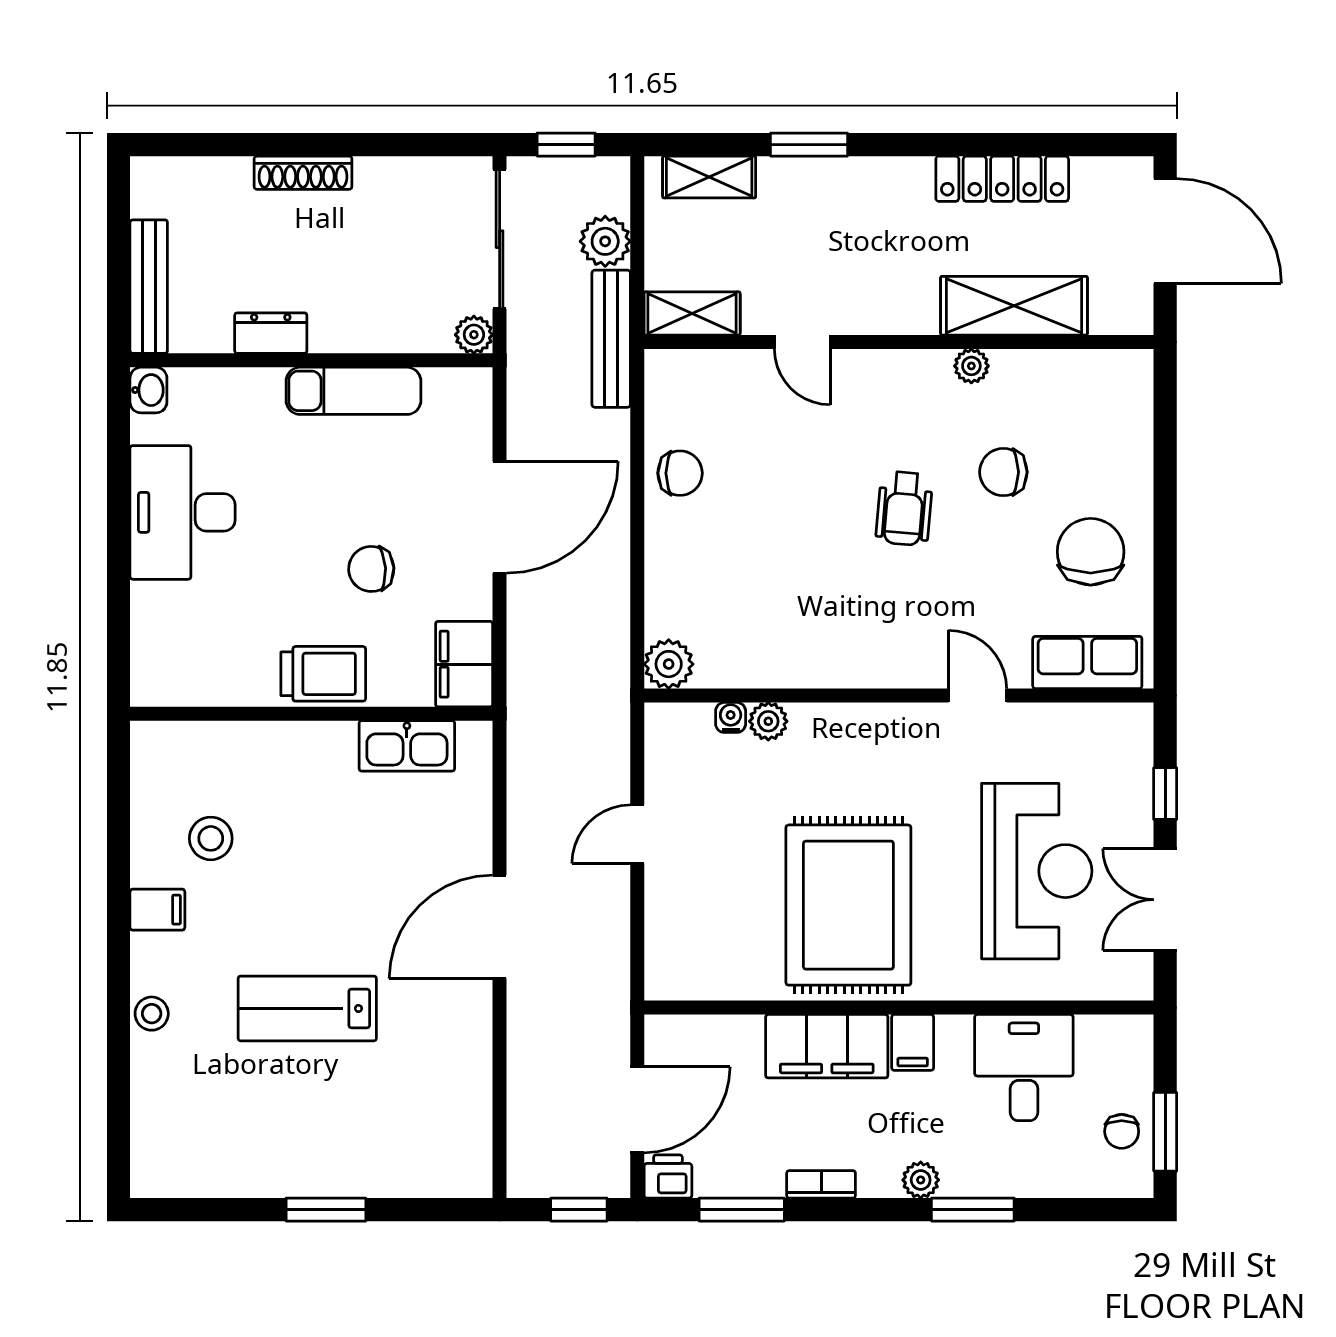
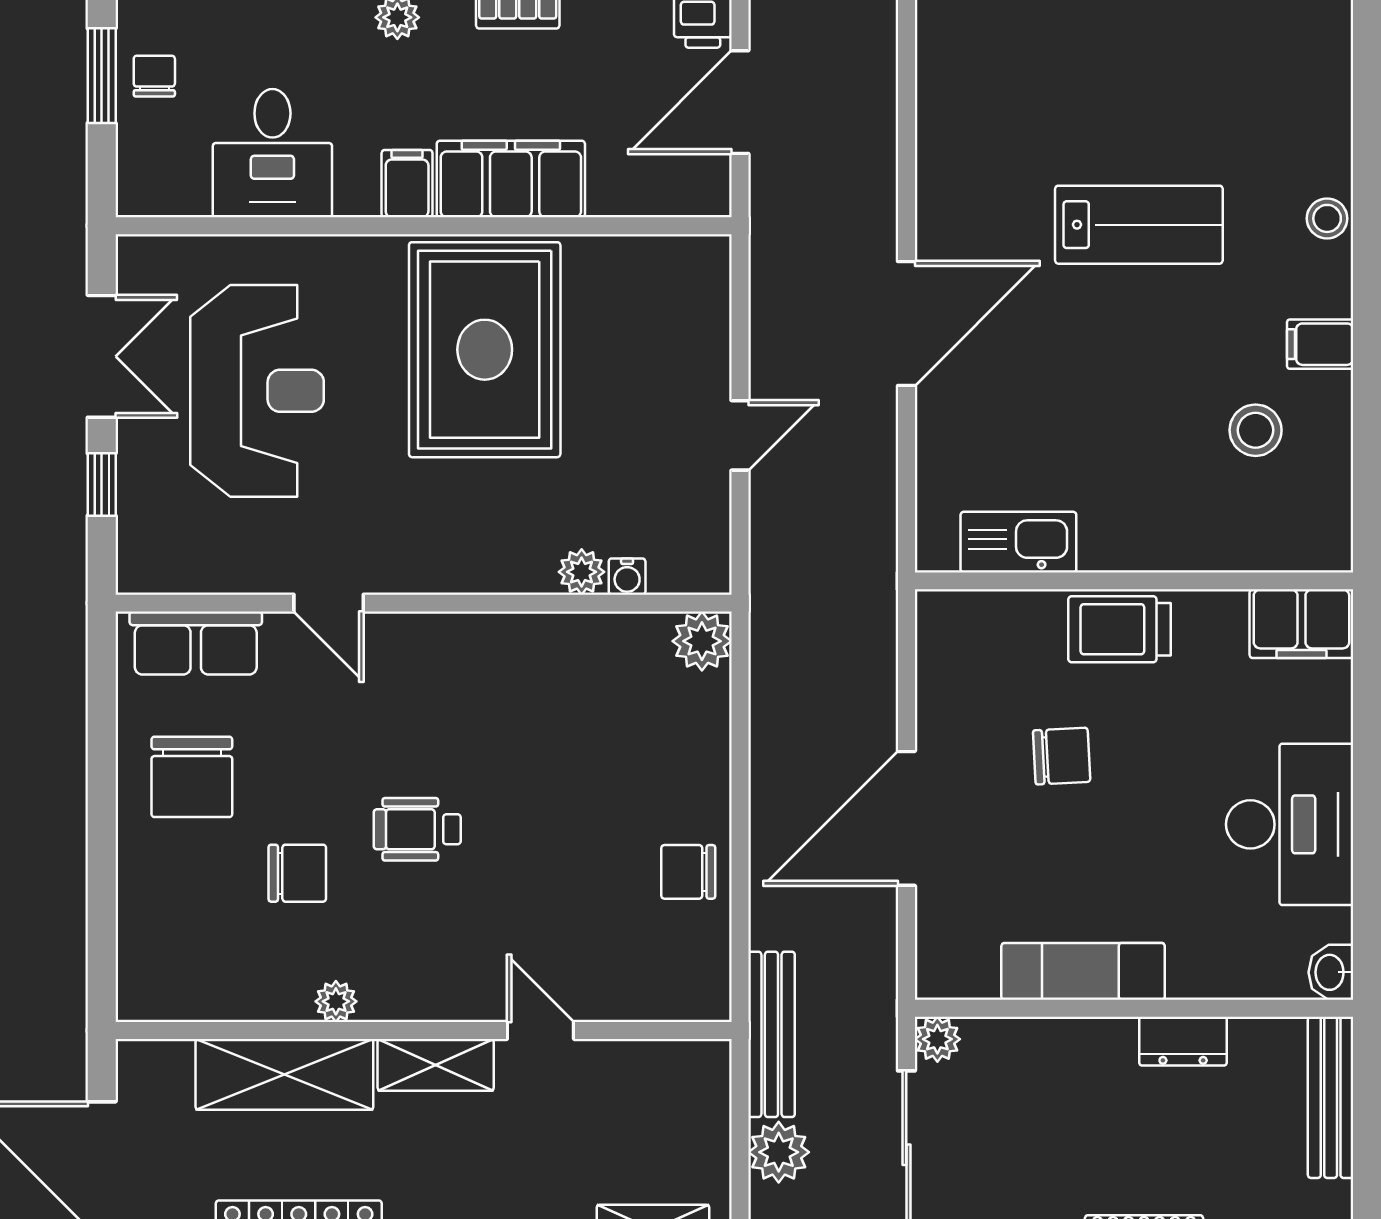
shelving: (692, 314) -> (436, 1065), moved
wheelchair: (904, 508) -> (417, 829), turned -95
filing cabinet: (464, 664) -> (1301, 624), moved, turned 90
reception desk: (1037, 871) -> (257, 391), turned 180

